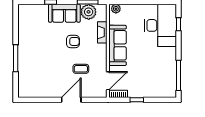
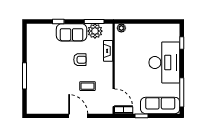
desk: (160, 25) -> (164, 62), moved
sofa: (118, 45) -> (160, 105), moved, turned -90
door: (108, 81) -> (114, 98), hinge flipped
door: (71, 100) -> (78, 116), hinge flipped

